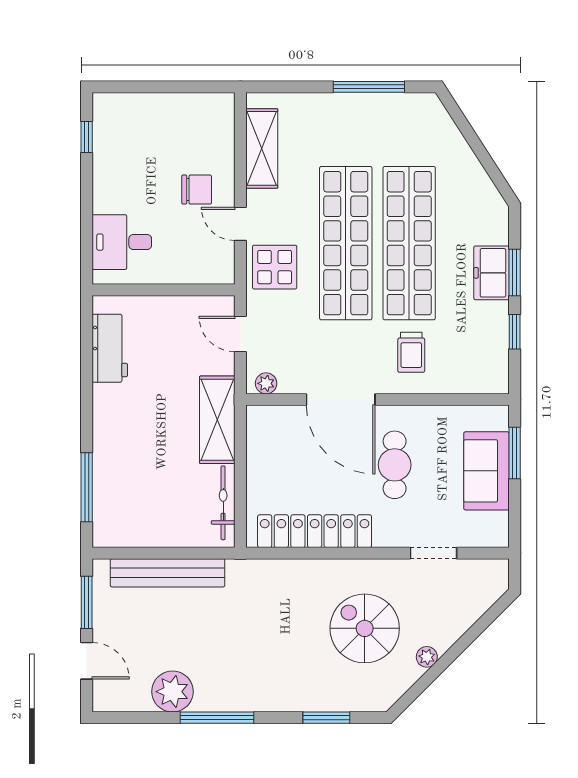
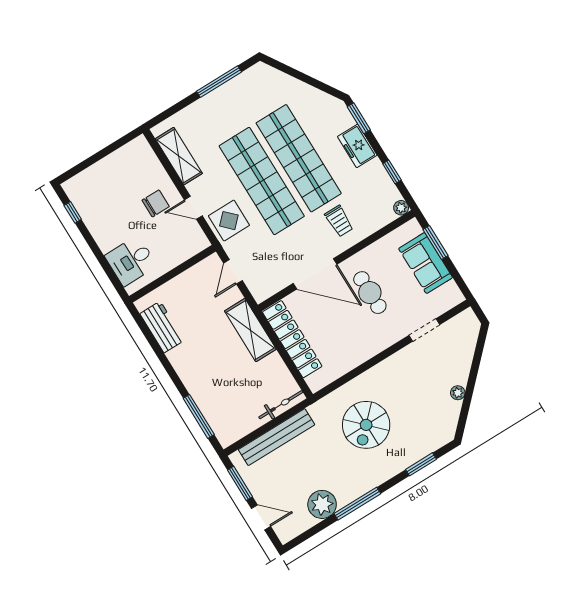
window: (515, 273) -> (359, 118), moved
door: (240, 334) -> (233, 272), hinge flipped
plant: (266, 383) -> (401, 208), moved
bicycle: (223, 503) -> (281, 405), moved, turned 90
locker: (315, 531) -> (292, 339), moved, turned 90
spiral stairs: (365, 628) -> (366, 425), moved, turned -90

